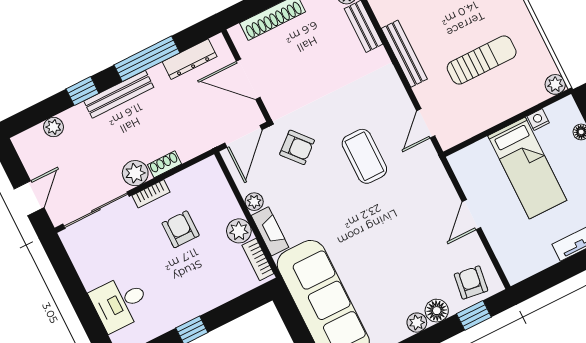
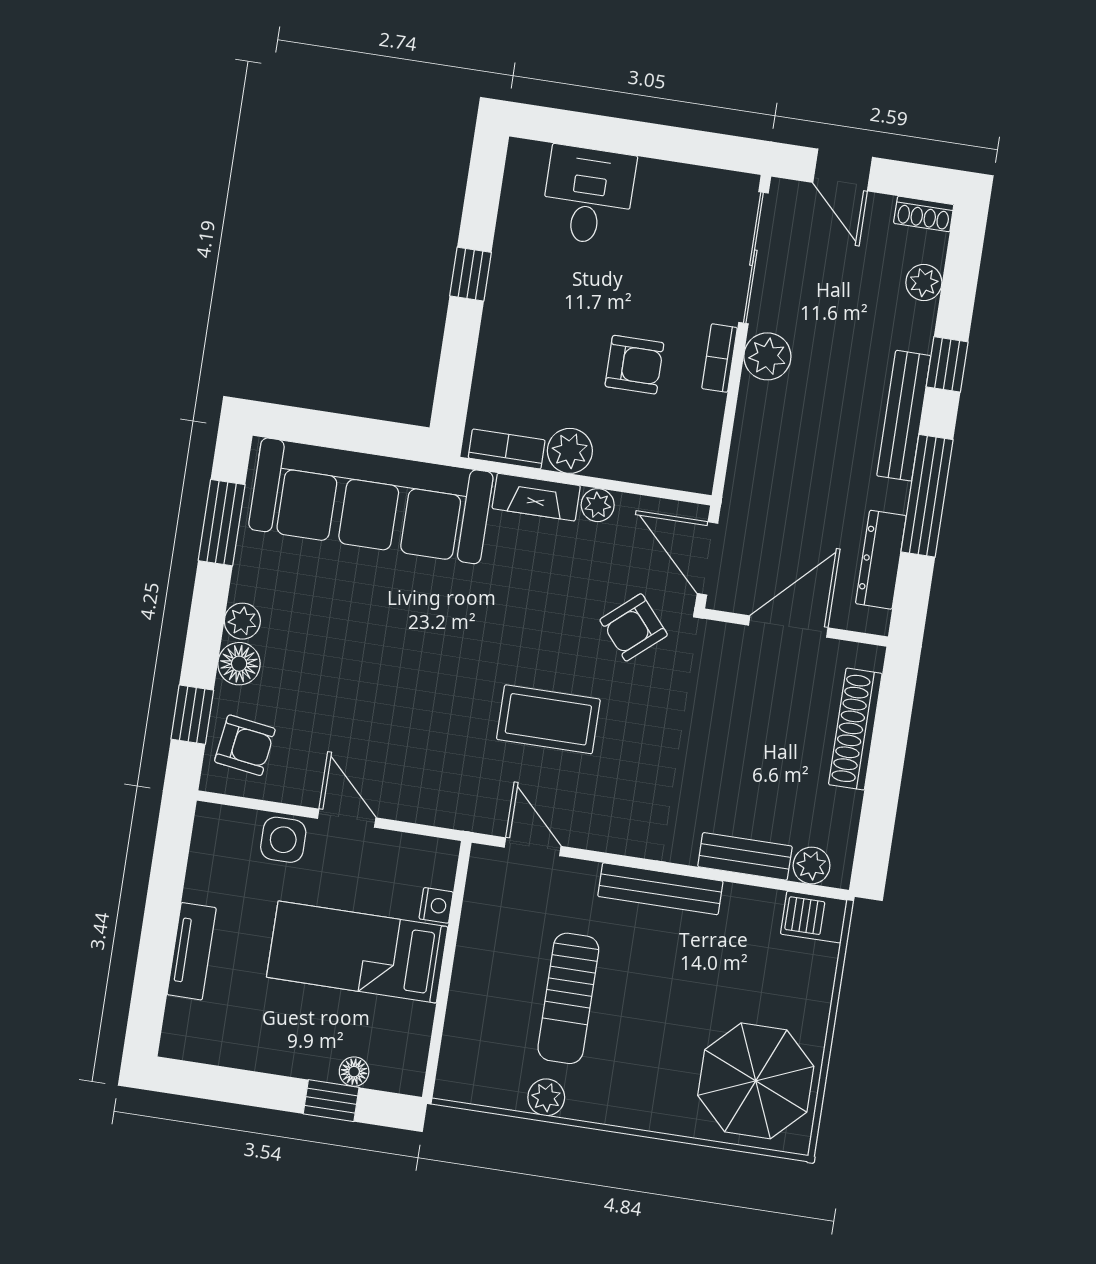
plant: (555, 84) -> (546, 1097), moved
nightstand: (538, 120) -> (436, 905), moved
shoe rack: (164, 164) -> (924, 214), moved, turned 90
side table: (501, 236) -> (283, 840), added

